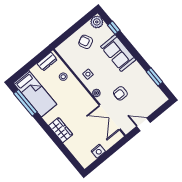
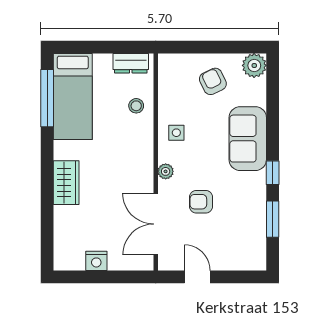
window: (114, 28) -> (273, 173), moved

